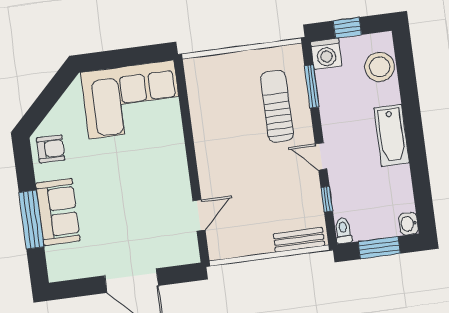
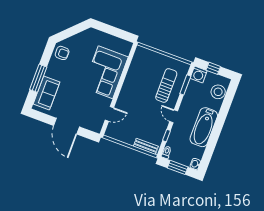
corner sofa: (131, 99) -> (106, 72), moved, turned 90
bathtub: (392, 135) -> (204, 127), width x1.36, depth x1.36
sofa: (58, 212) -> (47, 93), moved

